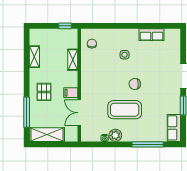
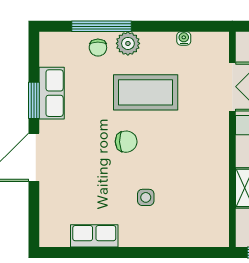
chair: (92, 44) -> (98, 48), moved
row of seats: (174, 128) -> (52, 93), moved
plant: (115, 135) -> (128, 43), moved

